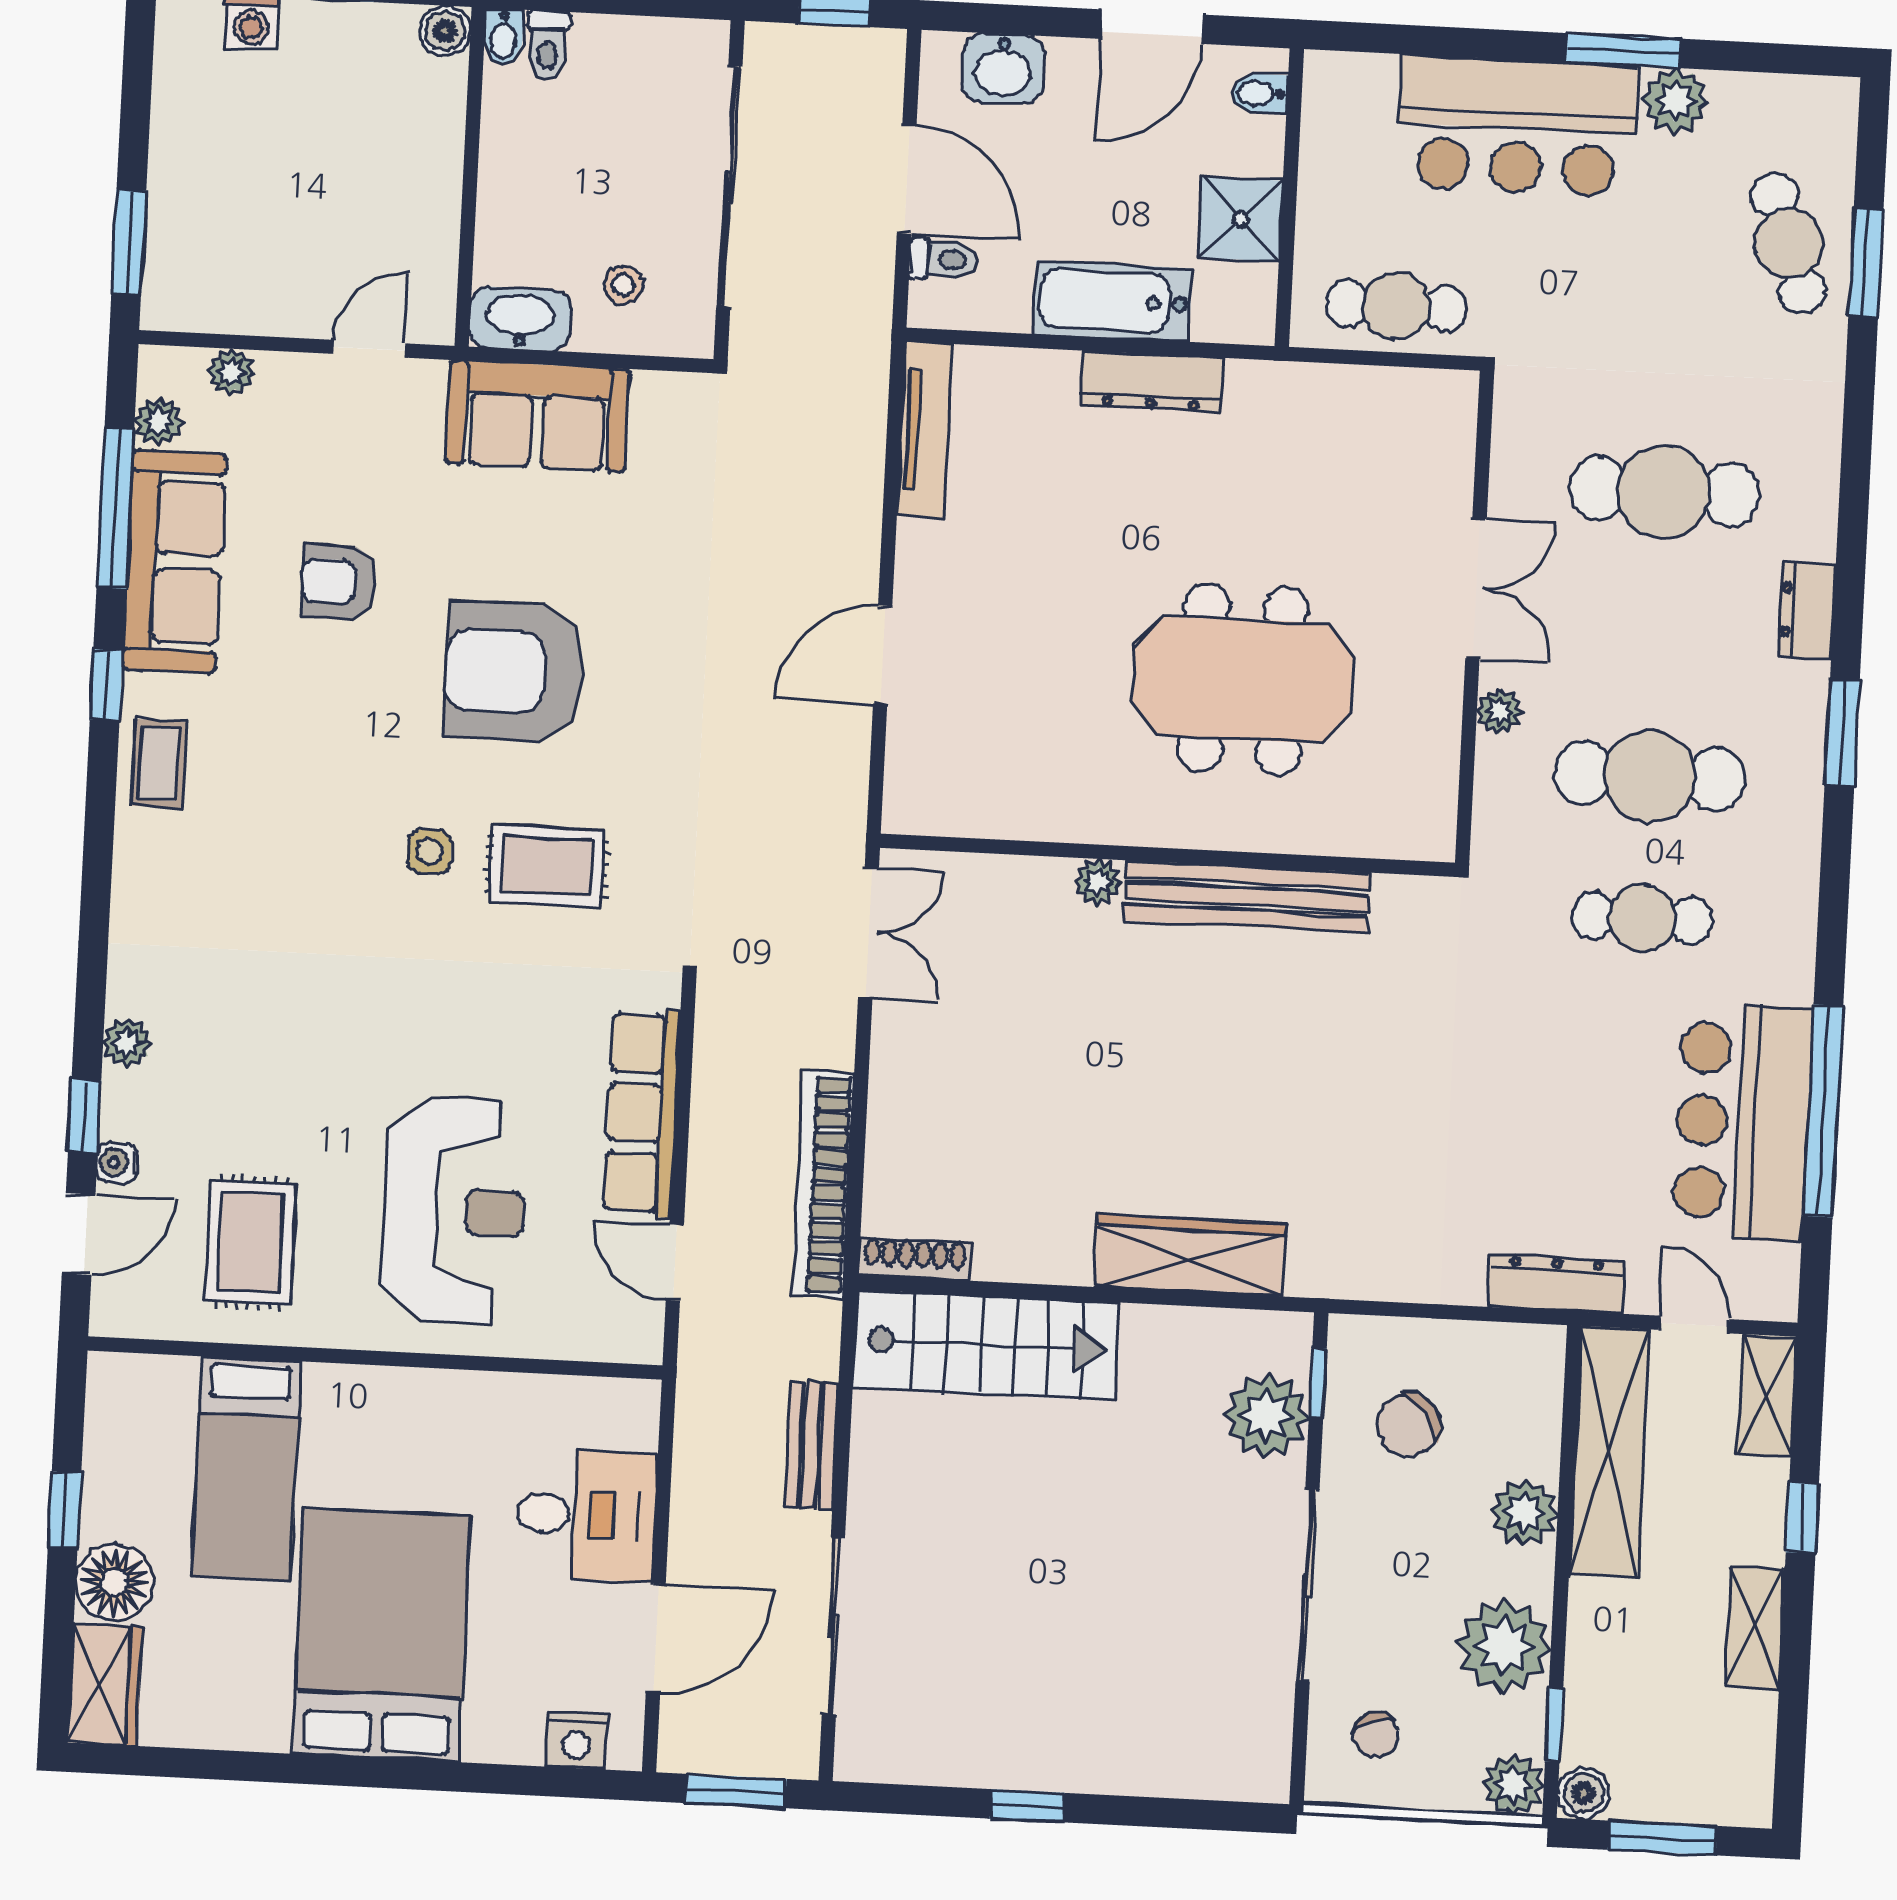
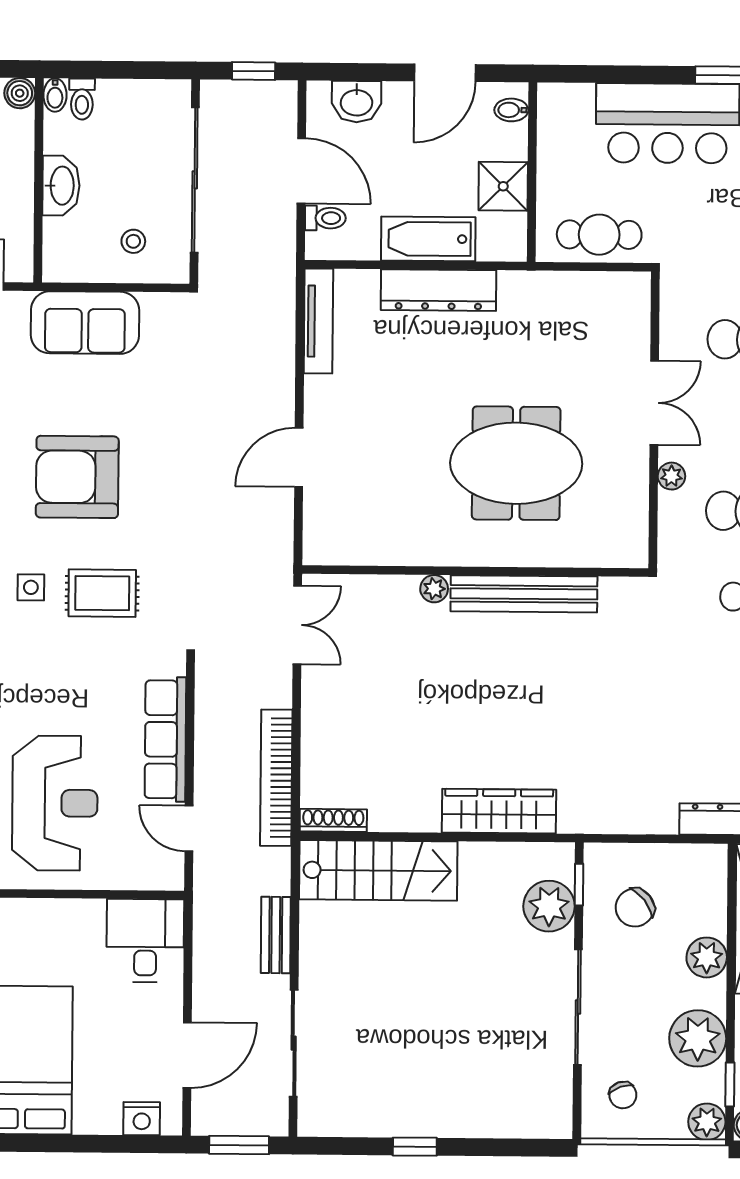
washbasin: (520, 319) -> (61, 186), moved, turned 90
dresser: (1152, 382) -> (438, 290), width x1.37, depth x1.24
desk: (586, 1515) -> (145, 940), moved, turned -90

